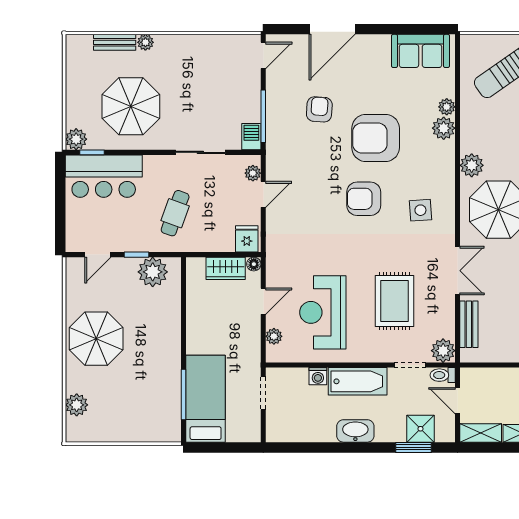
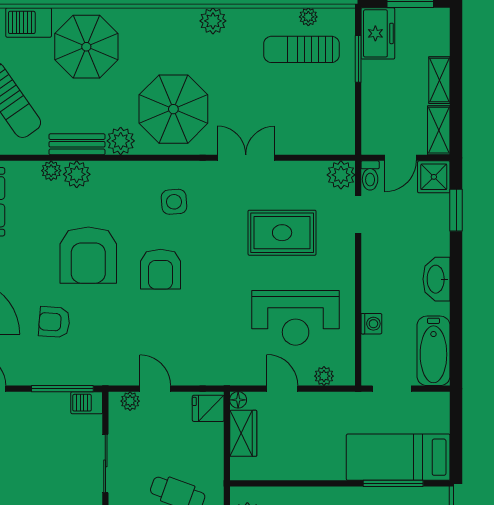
bench: (469, 324) -> (77, 144), moved
bathtub: (358, 381) -> (433, 351), moved, turned 180
shower: (420, 429) -> (434, 177), moved

